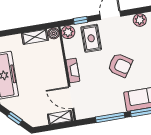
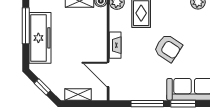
shelving: (60, 117) -> (78, 94), moved

